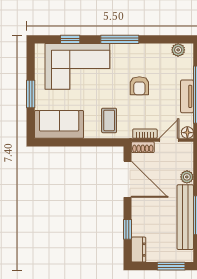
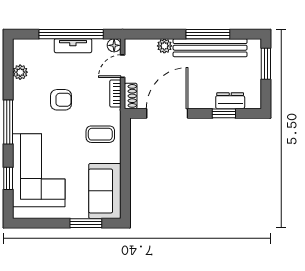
plant: (178, 50) -> (20, 72), moved
window: (31, 94) -> (86, 223), moved
door: (169, 140) -> (123, 66), hinge flipped
dresser: (139, 250) -> (230, 101), moved

